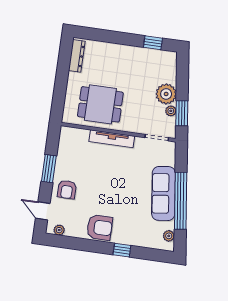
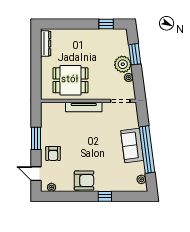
window: (182, 113) -> (135, 54), moved
sofa: (164, 193) -> (132, 145), width x0.73

